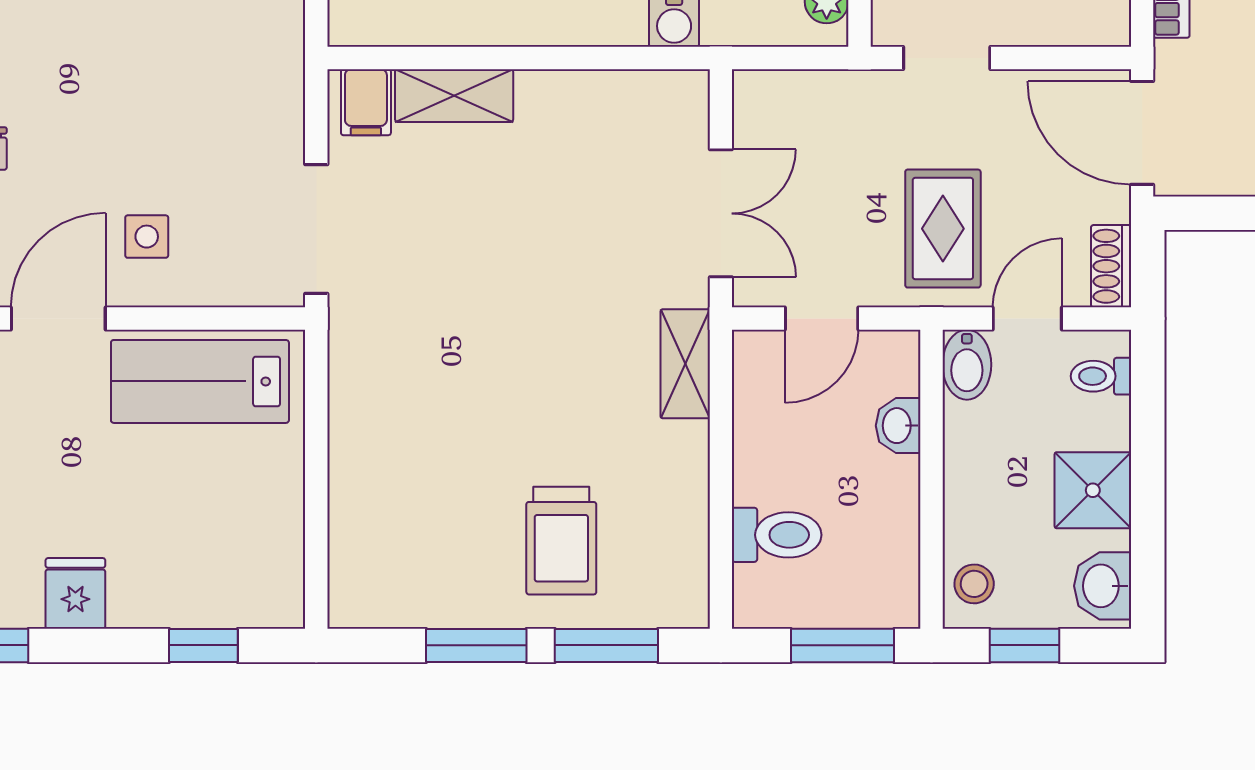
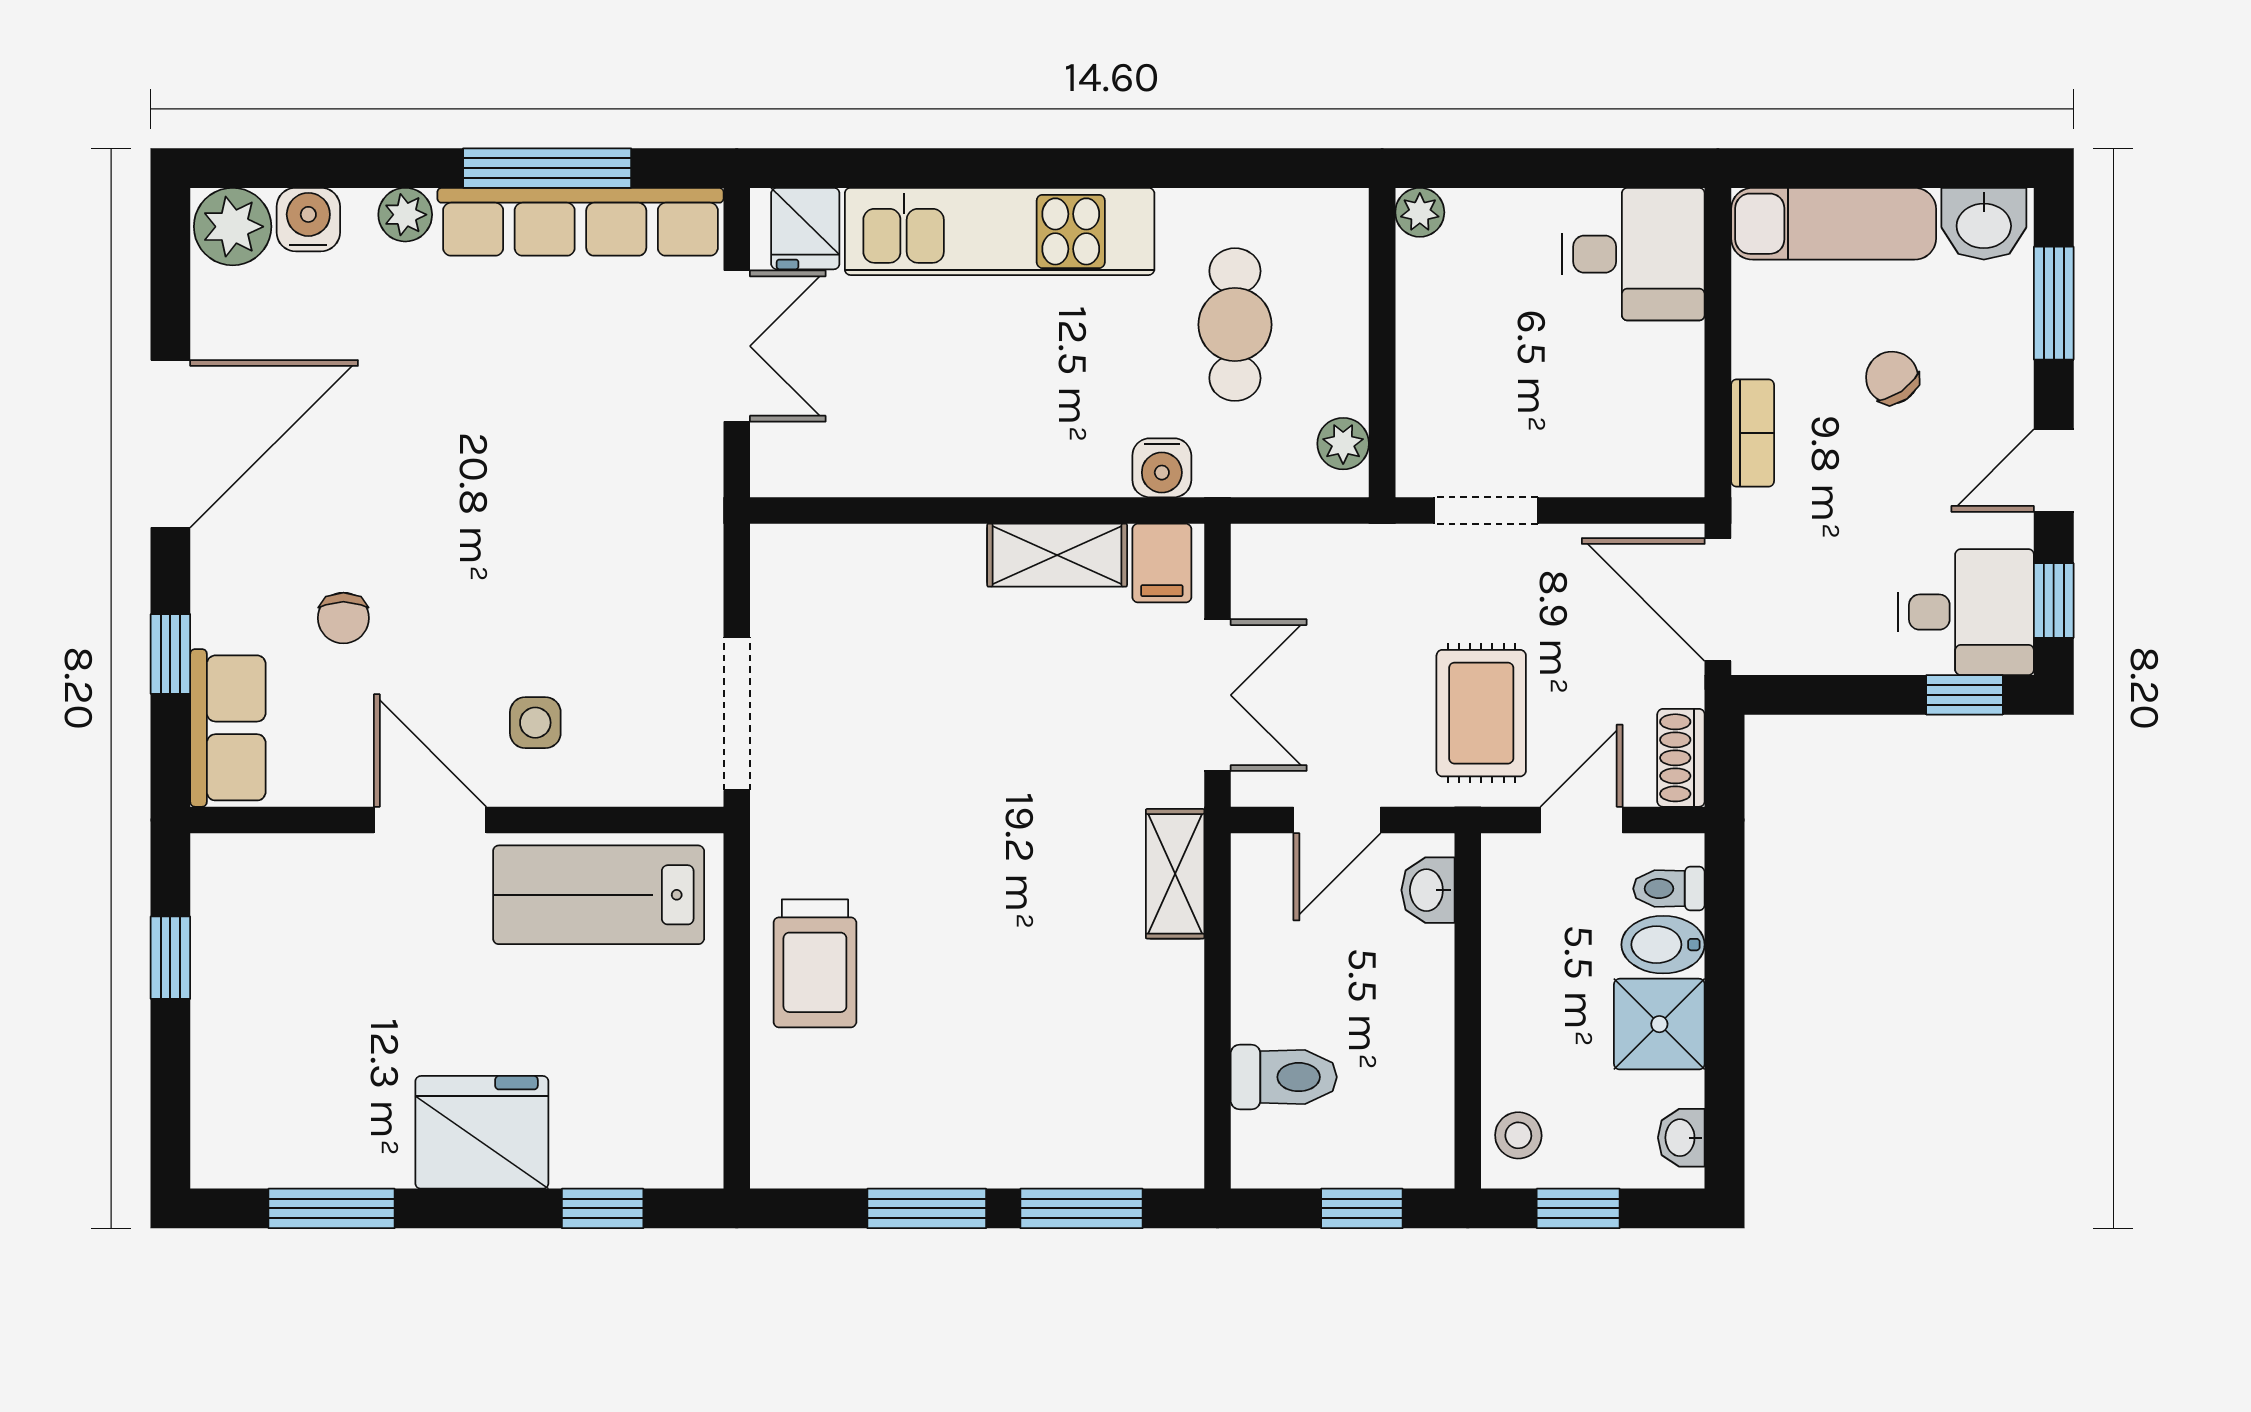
shelving: (454, 96) -> (1057, 555), moved
filing cabinet: (366, 102) -> (1162, 563), moved
door: (58, 318) -> (430, 820), hinge flipped
bidet: (967, 365) -> (1663, 945), moved, turned 90
washbasin: (898, 426) -> (1428, 890), moved
trolley: (561, 541) -> (815, 963), moved
washbasin: (1103, 586) -> (1681, 1138), width x0.72, depth x0.69
fridge: (75, 593) -> (482, 1132), width x1.88, depth x1.34
window: (842, 645) -> (1362, 1208), width x0.67

